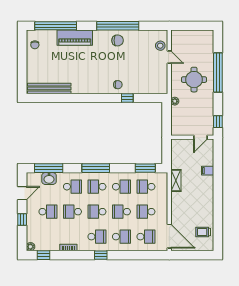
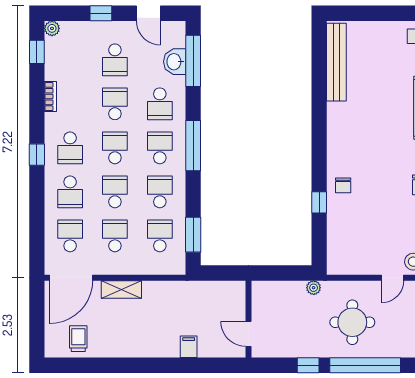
window: (218, 122) -> (308, 365), moved
shelving: (176, 181) -> (121, 290), moved
school desk: (121, 187) -> (160, 192), turned 180
school desk: (146, 237) -> (70, 236), turned 180

